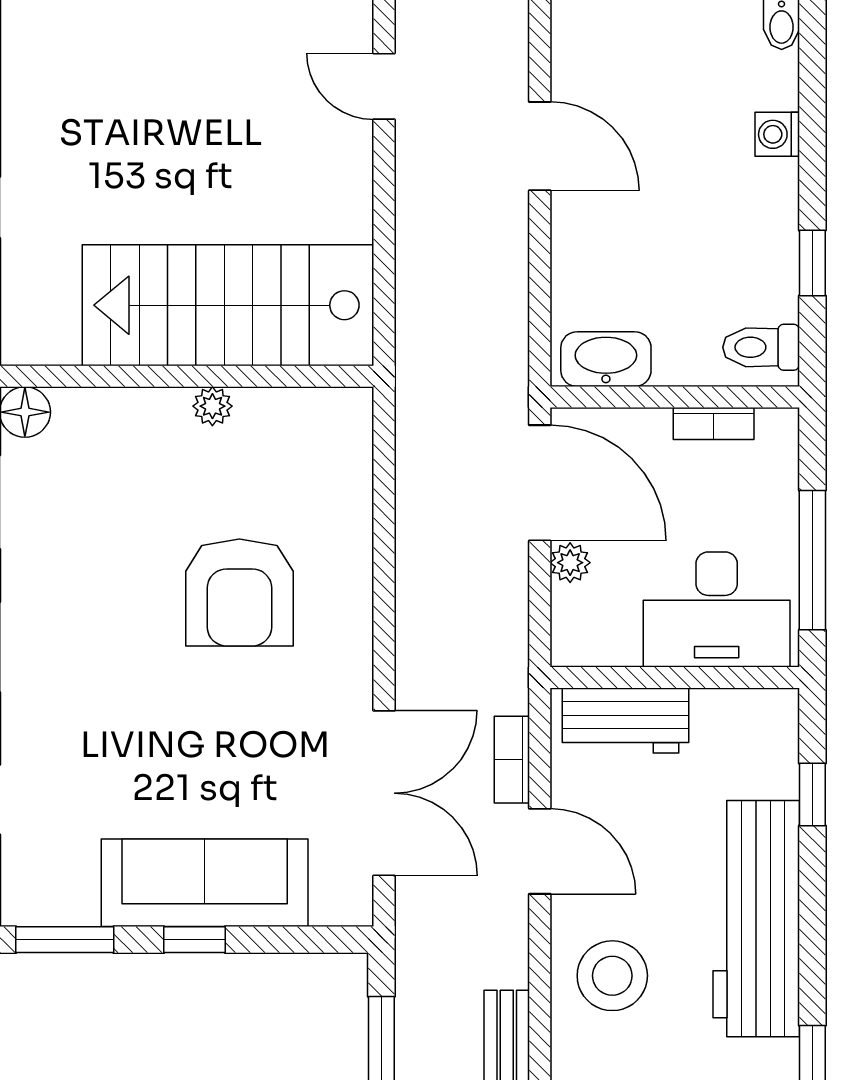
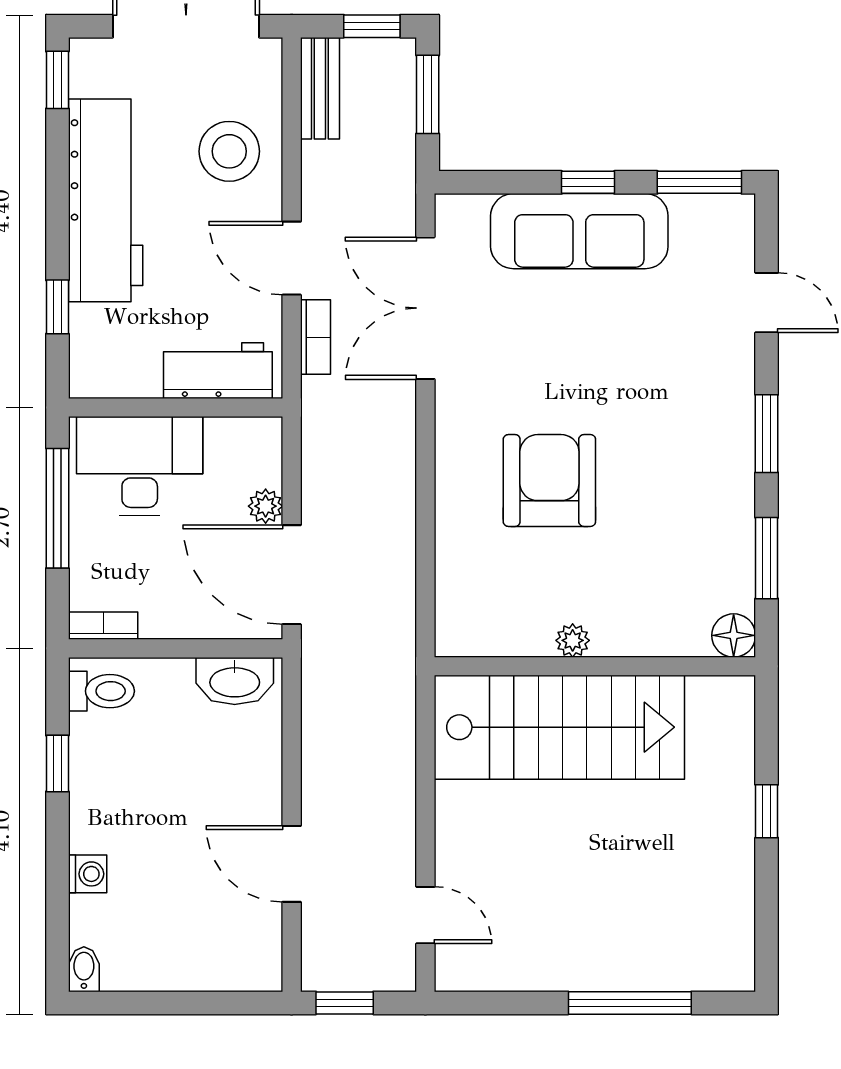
bookcase: (714, 423) -> (103, 626), moved

